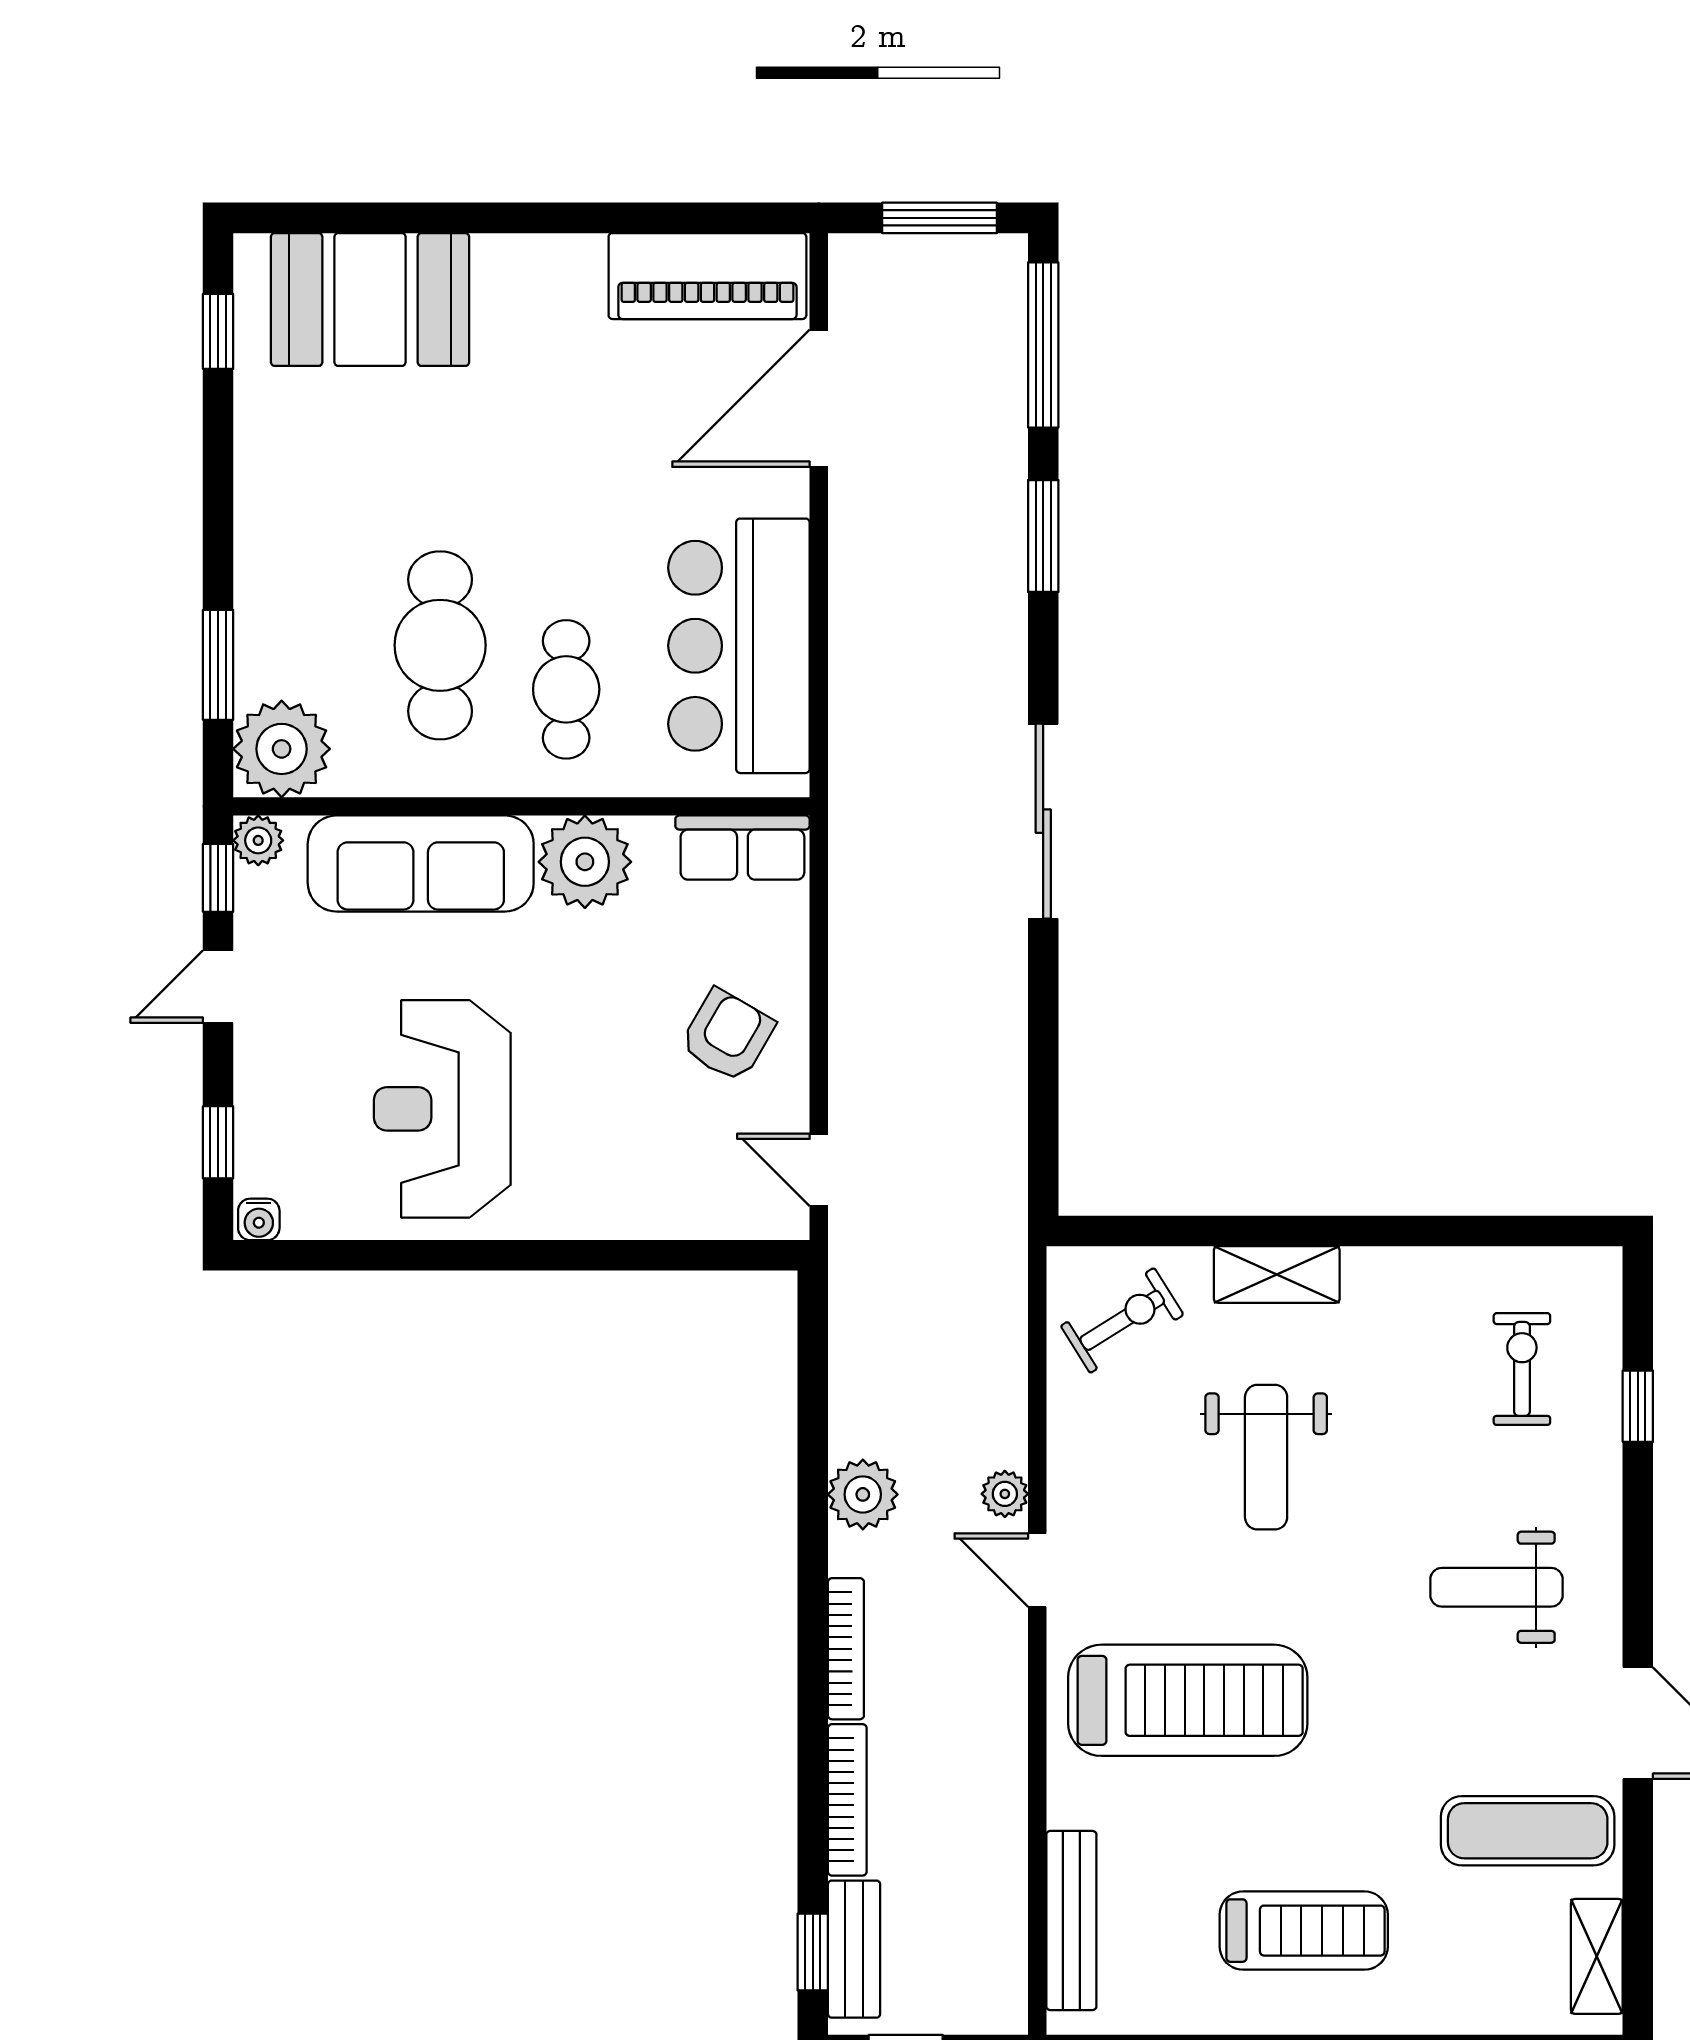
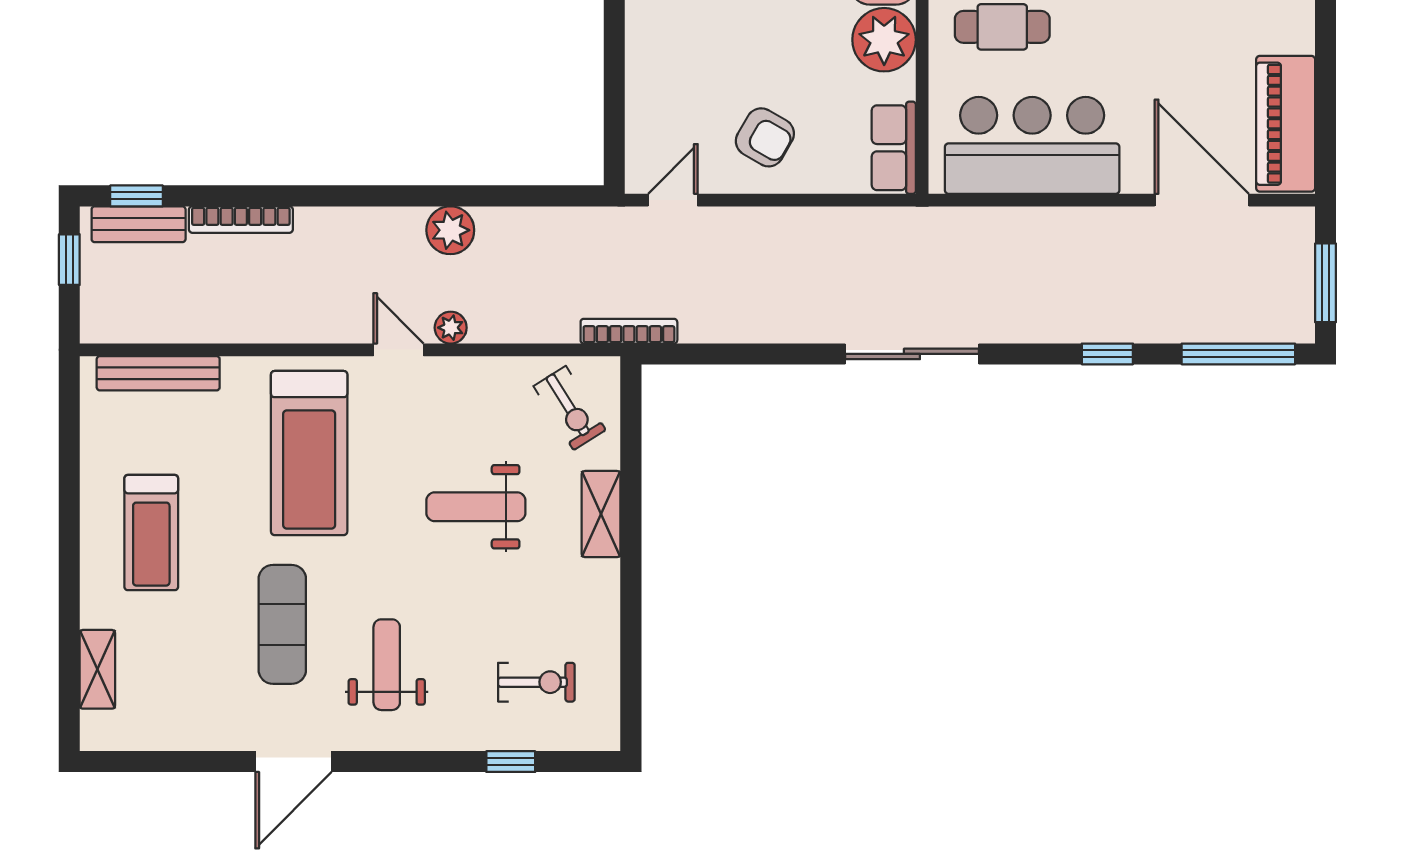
window: (1043, 536) -> (1107, 354), width x0.67
door: (1037, 1570) -> (398, 350), hinge flipped
bookcase: (846, 1649) -> (629, 331), moved, turned 180
exercise mat: (1528, 1831) -> (282, 624), moved
shelving: (1597, 1956) -> (97, 669), moved, turned 90

